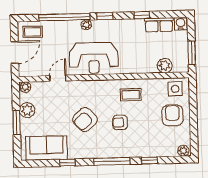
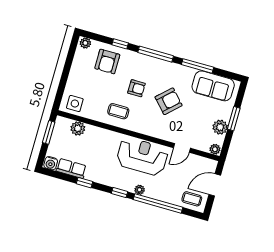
armchair: (172, 115) -> (107, 62), moved
window: (68, 163) -> (198, 66), width x2.17

